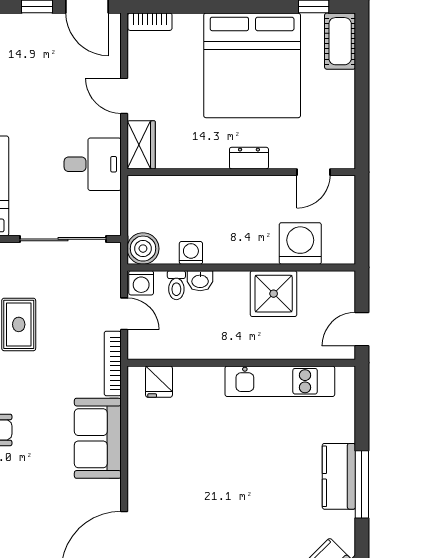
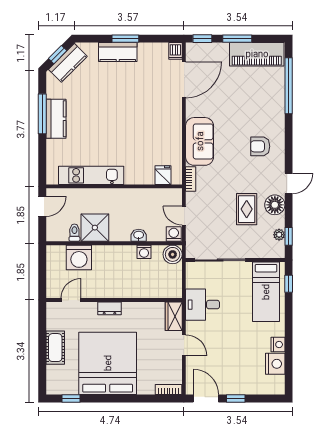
cot: (340, 41) -> (55, 348), moved
toilet: (176, 285) -> (74, 233), moved
bookcase: (113, 363) -> (191, 179), width x0.64

